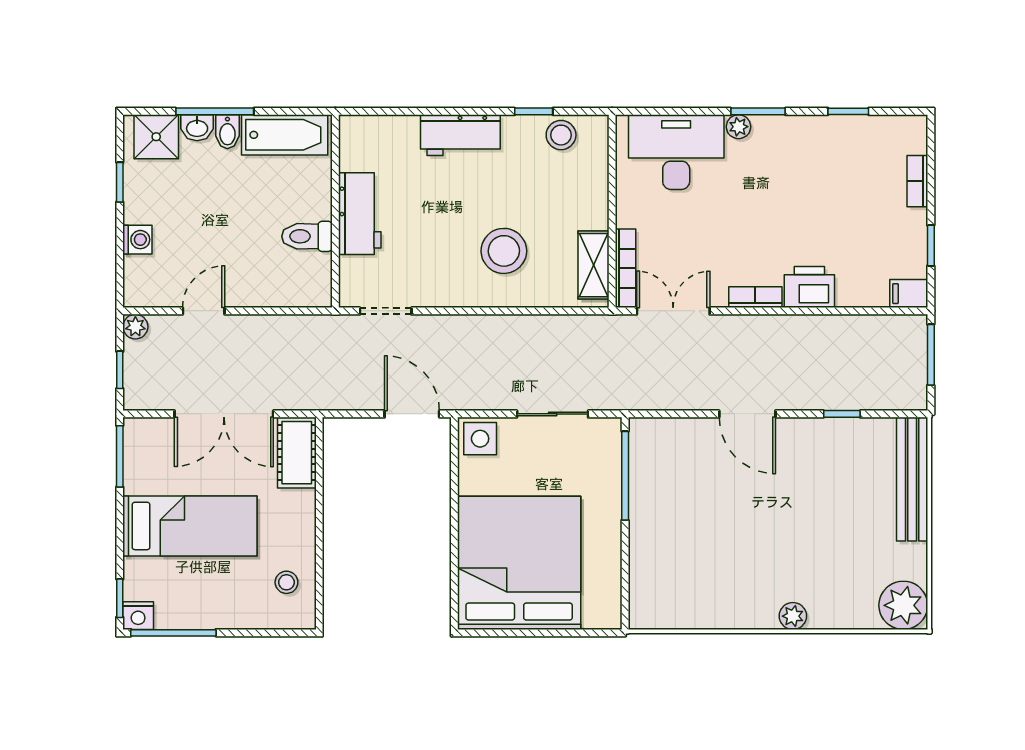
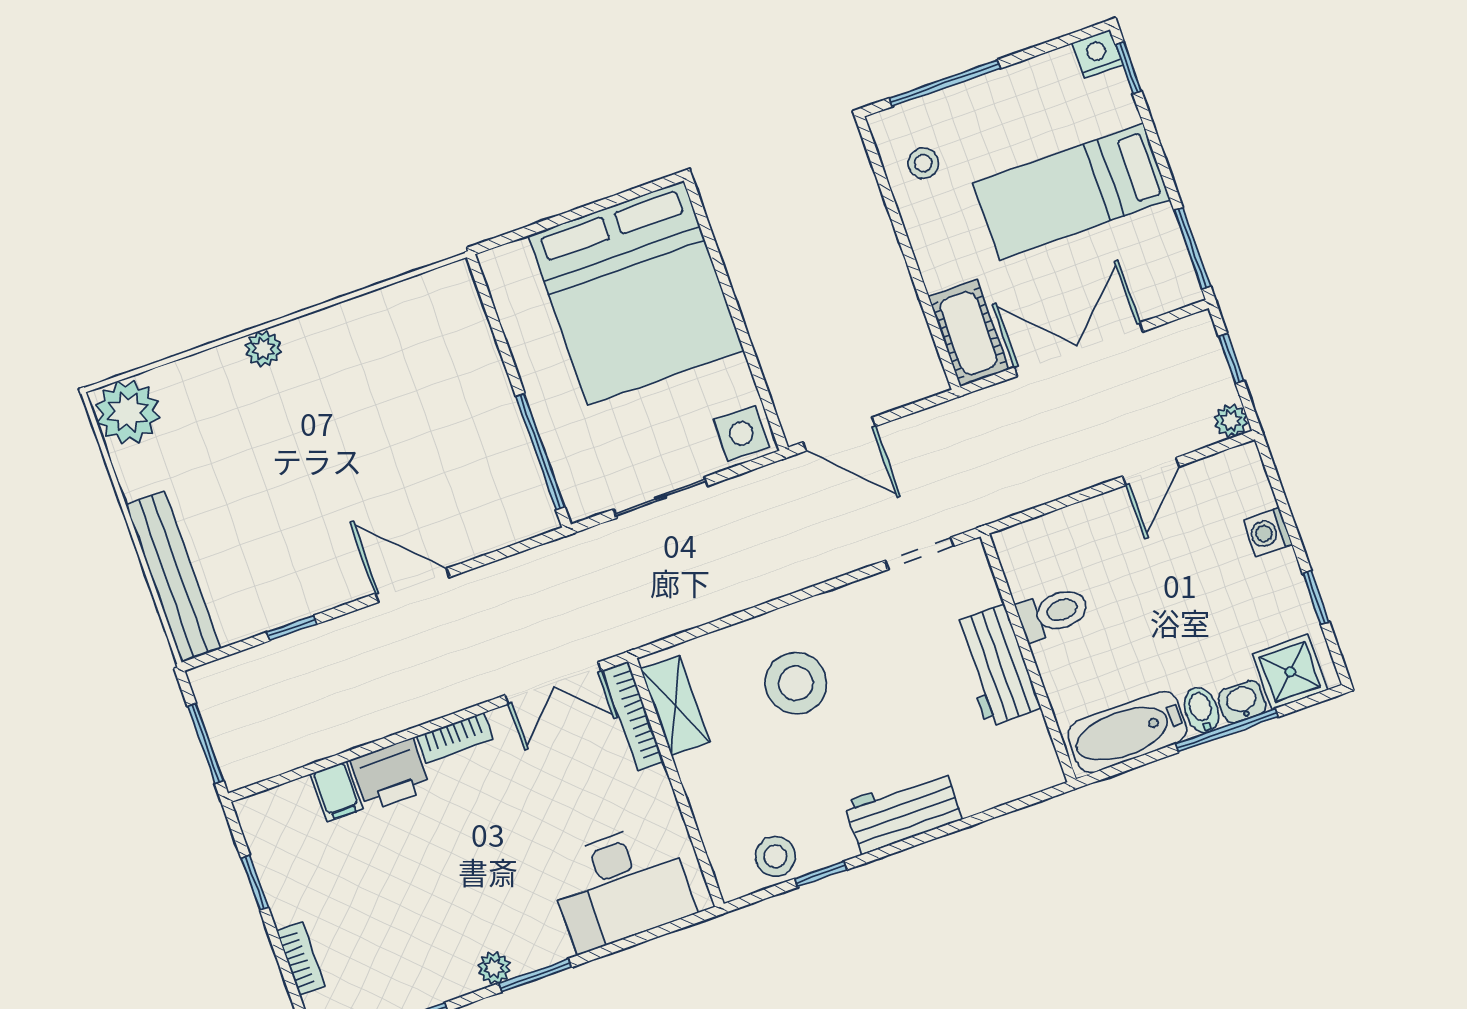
plant: (739, 127) -> (494, 968), moved
filing cabinet: (909, 294) -> (337, 791), moved, turned 90
window: (173, 633) -> (945, 83), moved

